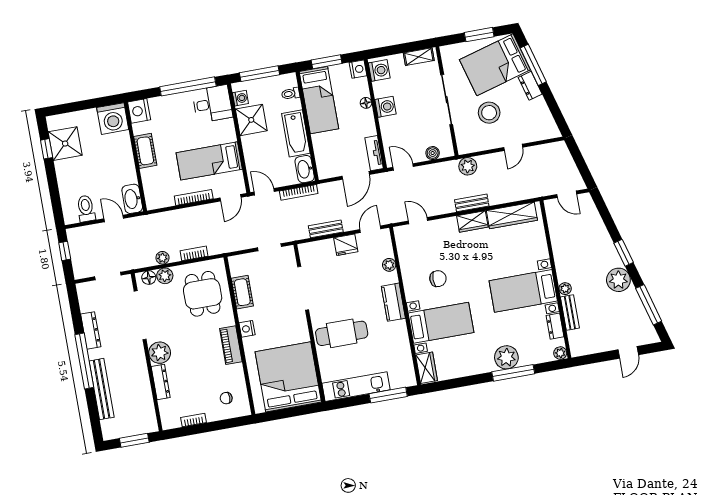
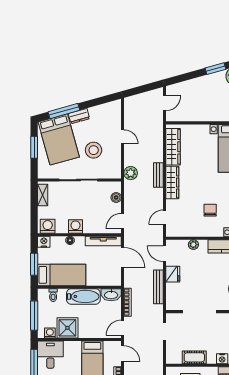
tv unit: (374, 153) -> (103, 241), width x1.41
wardrobe: (472, 221) -> (172, 182), width x1.50
bench: (326, 229) -> (158, 287), width x1.36

